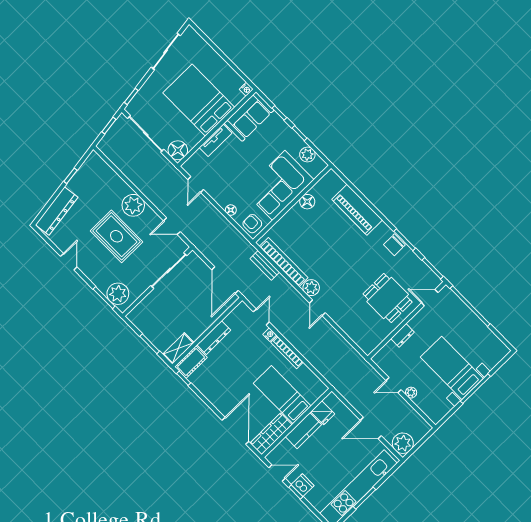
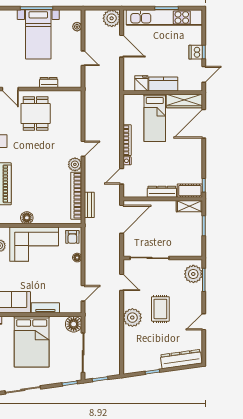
rug: (116, 236) -> (160, 309), width x0.73, depth x0.70
plant: (411, 393) -> (77, 27), moved
door: (277, 473) -> (204, 74), swing flipped

